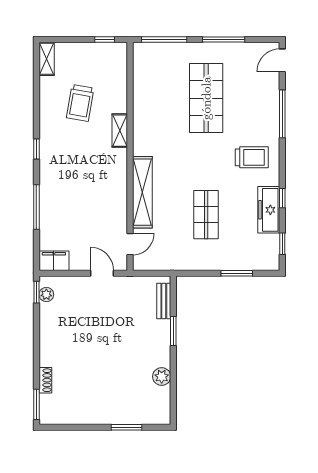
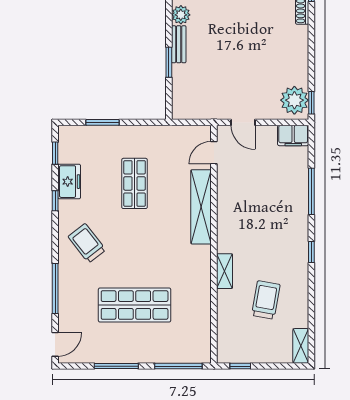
shop shelf: (206, 98) -> (135, 305), turned 90
trolley: (252, 157) -> (87, 243), turned 52
freezer: (269, 210) -> (69, 182), width x0.71
plant: (46, 295) -> (294, 100), width x1.88, depth x1.88
bench: (164, 301) -> (179, 44), moved

